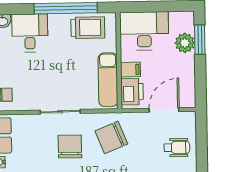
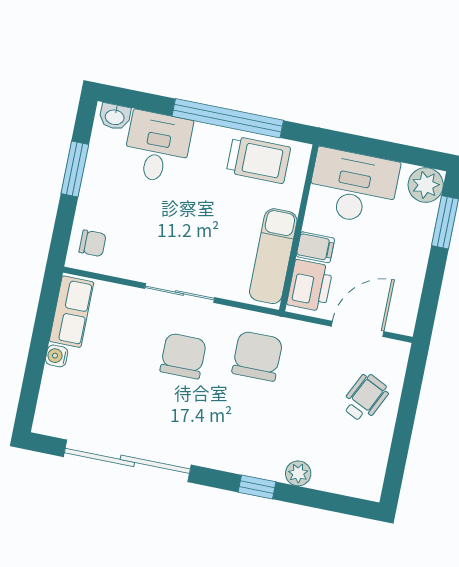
plant: (185, 43) -> (426, 185), moved
chair: (111, 137) -> (257, 356), turned 112
wheelchair: (177, 148) -> (365, 398), turned -64

